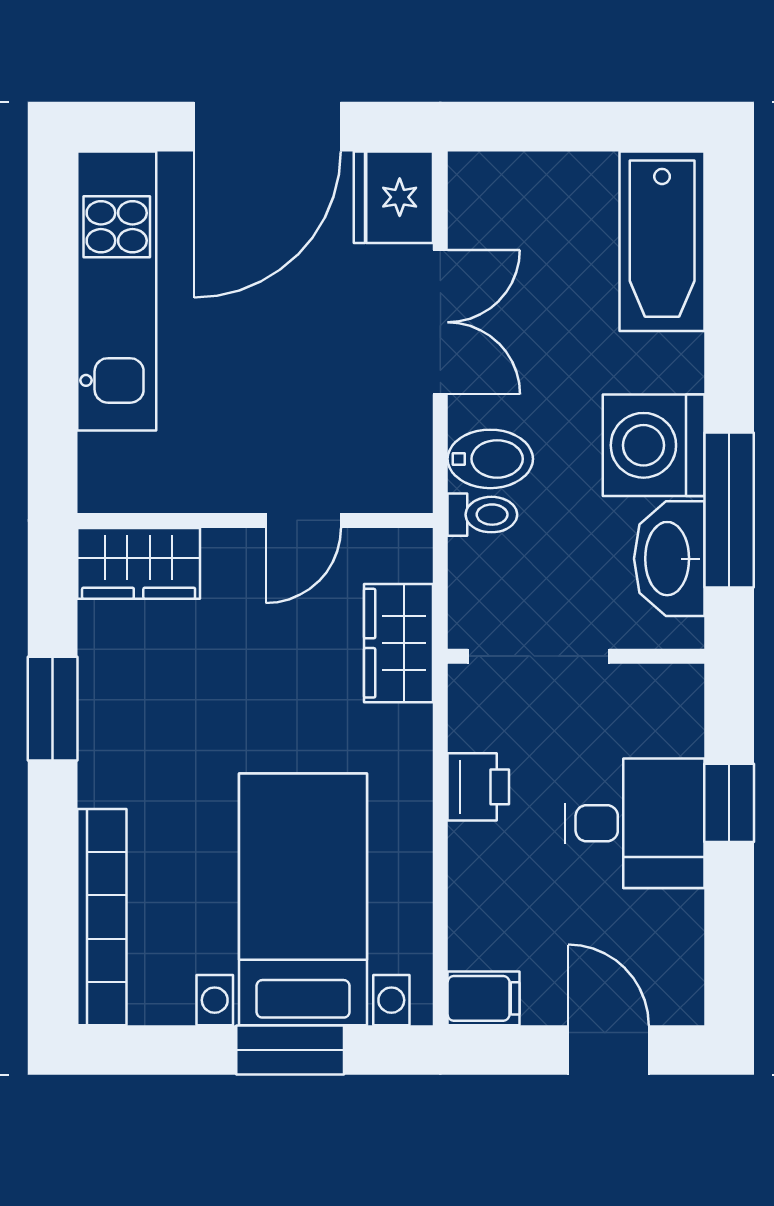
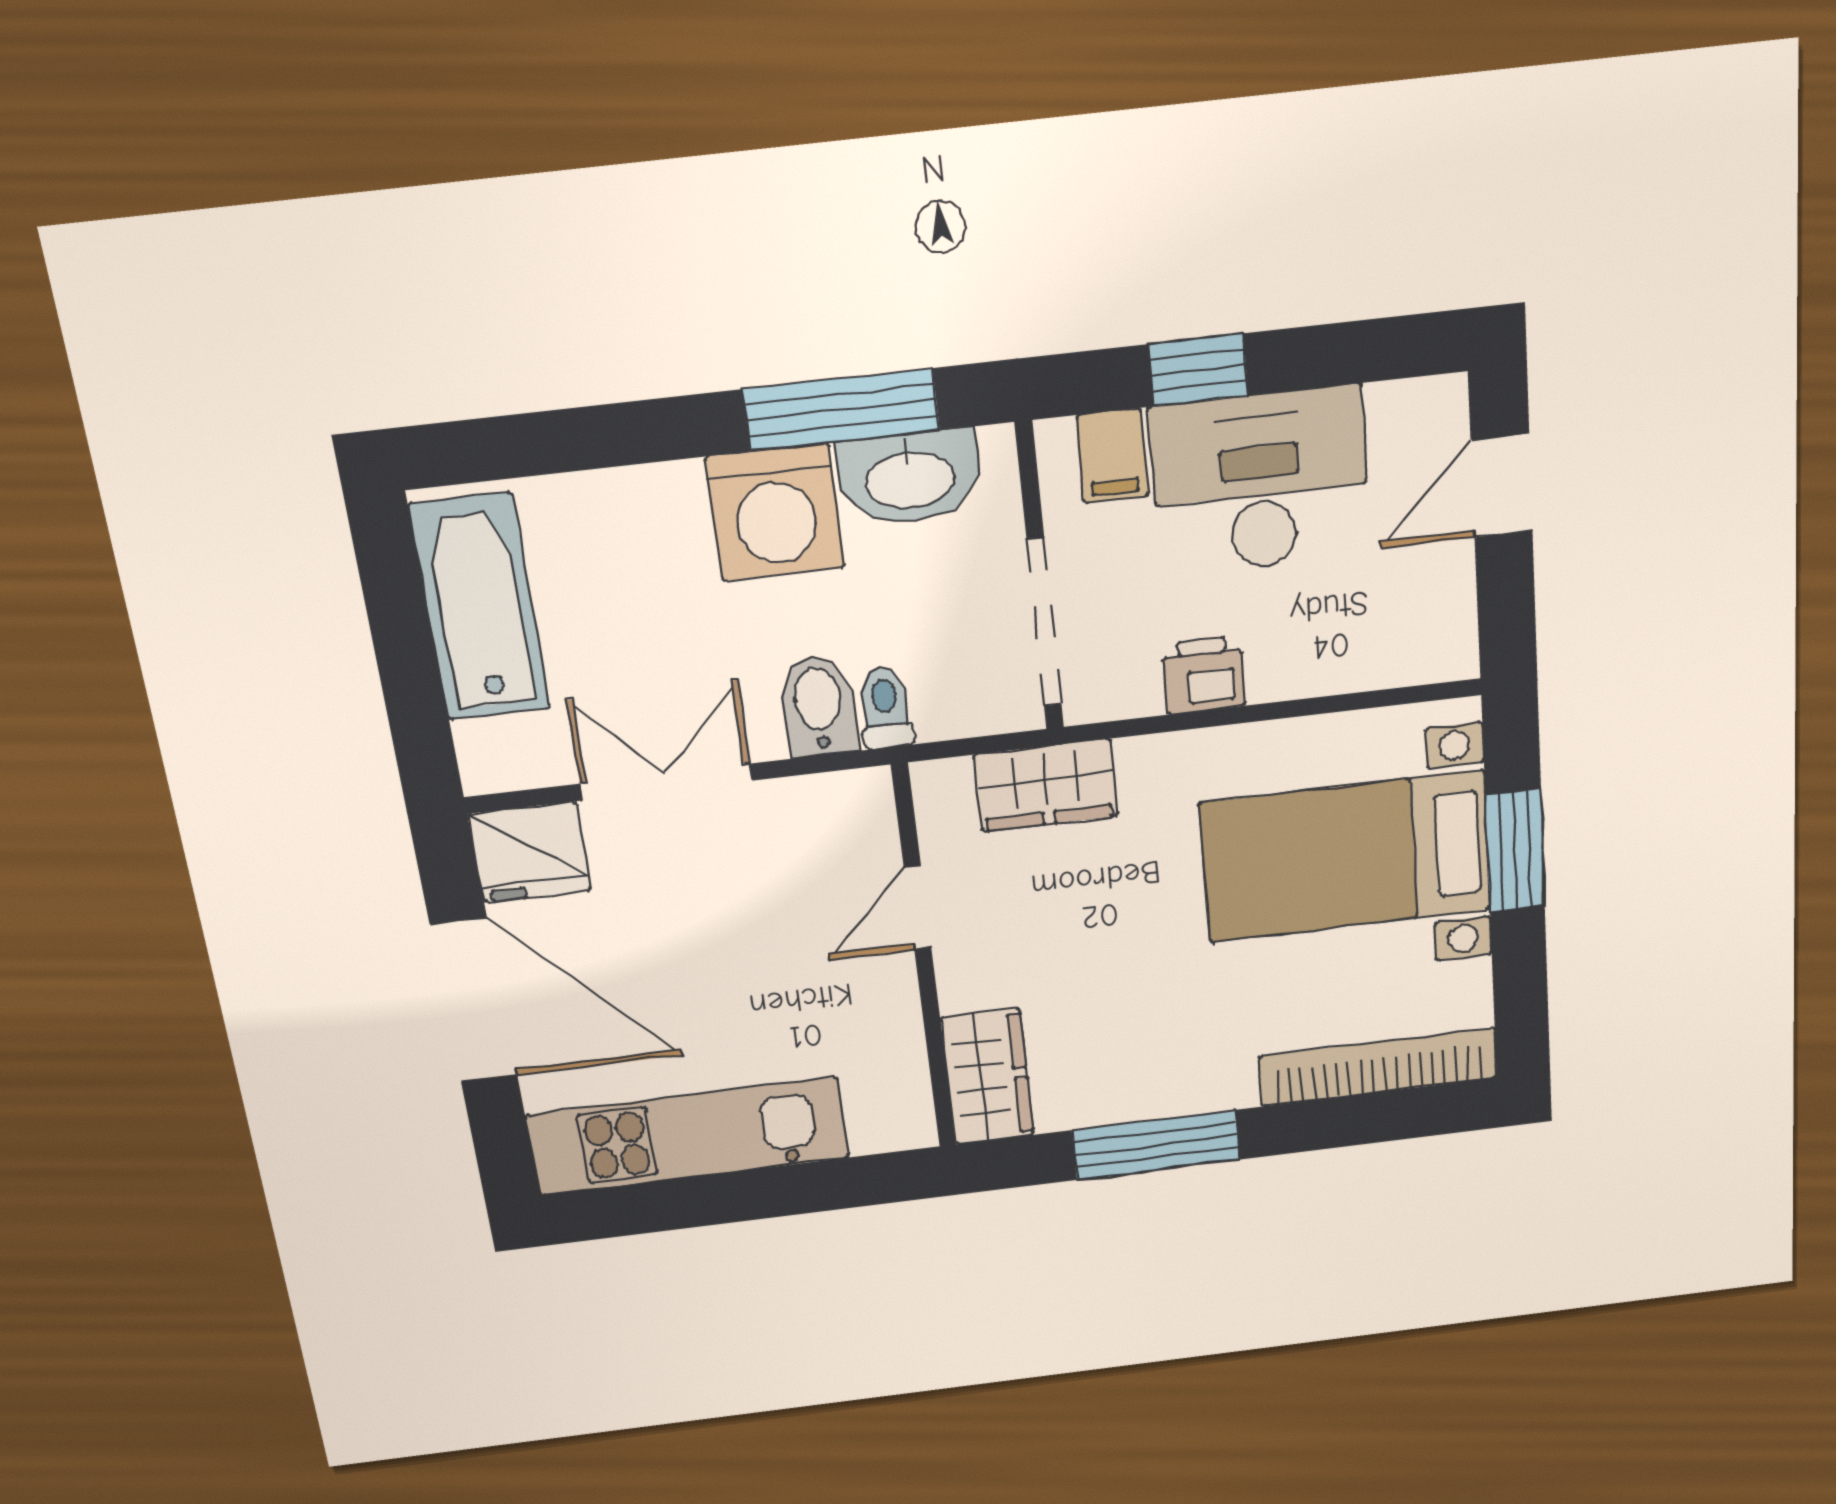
bathtub: (662, 241) -> (480, 608), moved, turned -90
door: (303, 520) -> (918, 908), swing flipped
window: (53, 709) -> (1156, 1145), width x1.44
desk: (634, 823) -> (1260, 481), width x1.37
filing cabinet: (484, 998) -> (1113, 456), moved, turned 180

